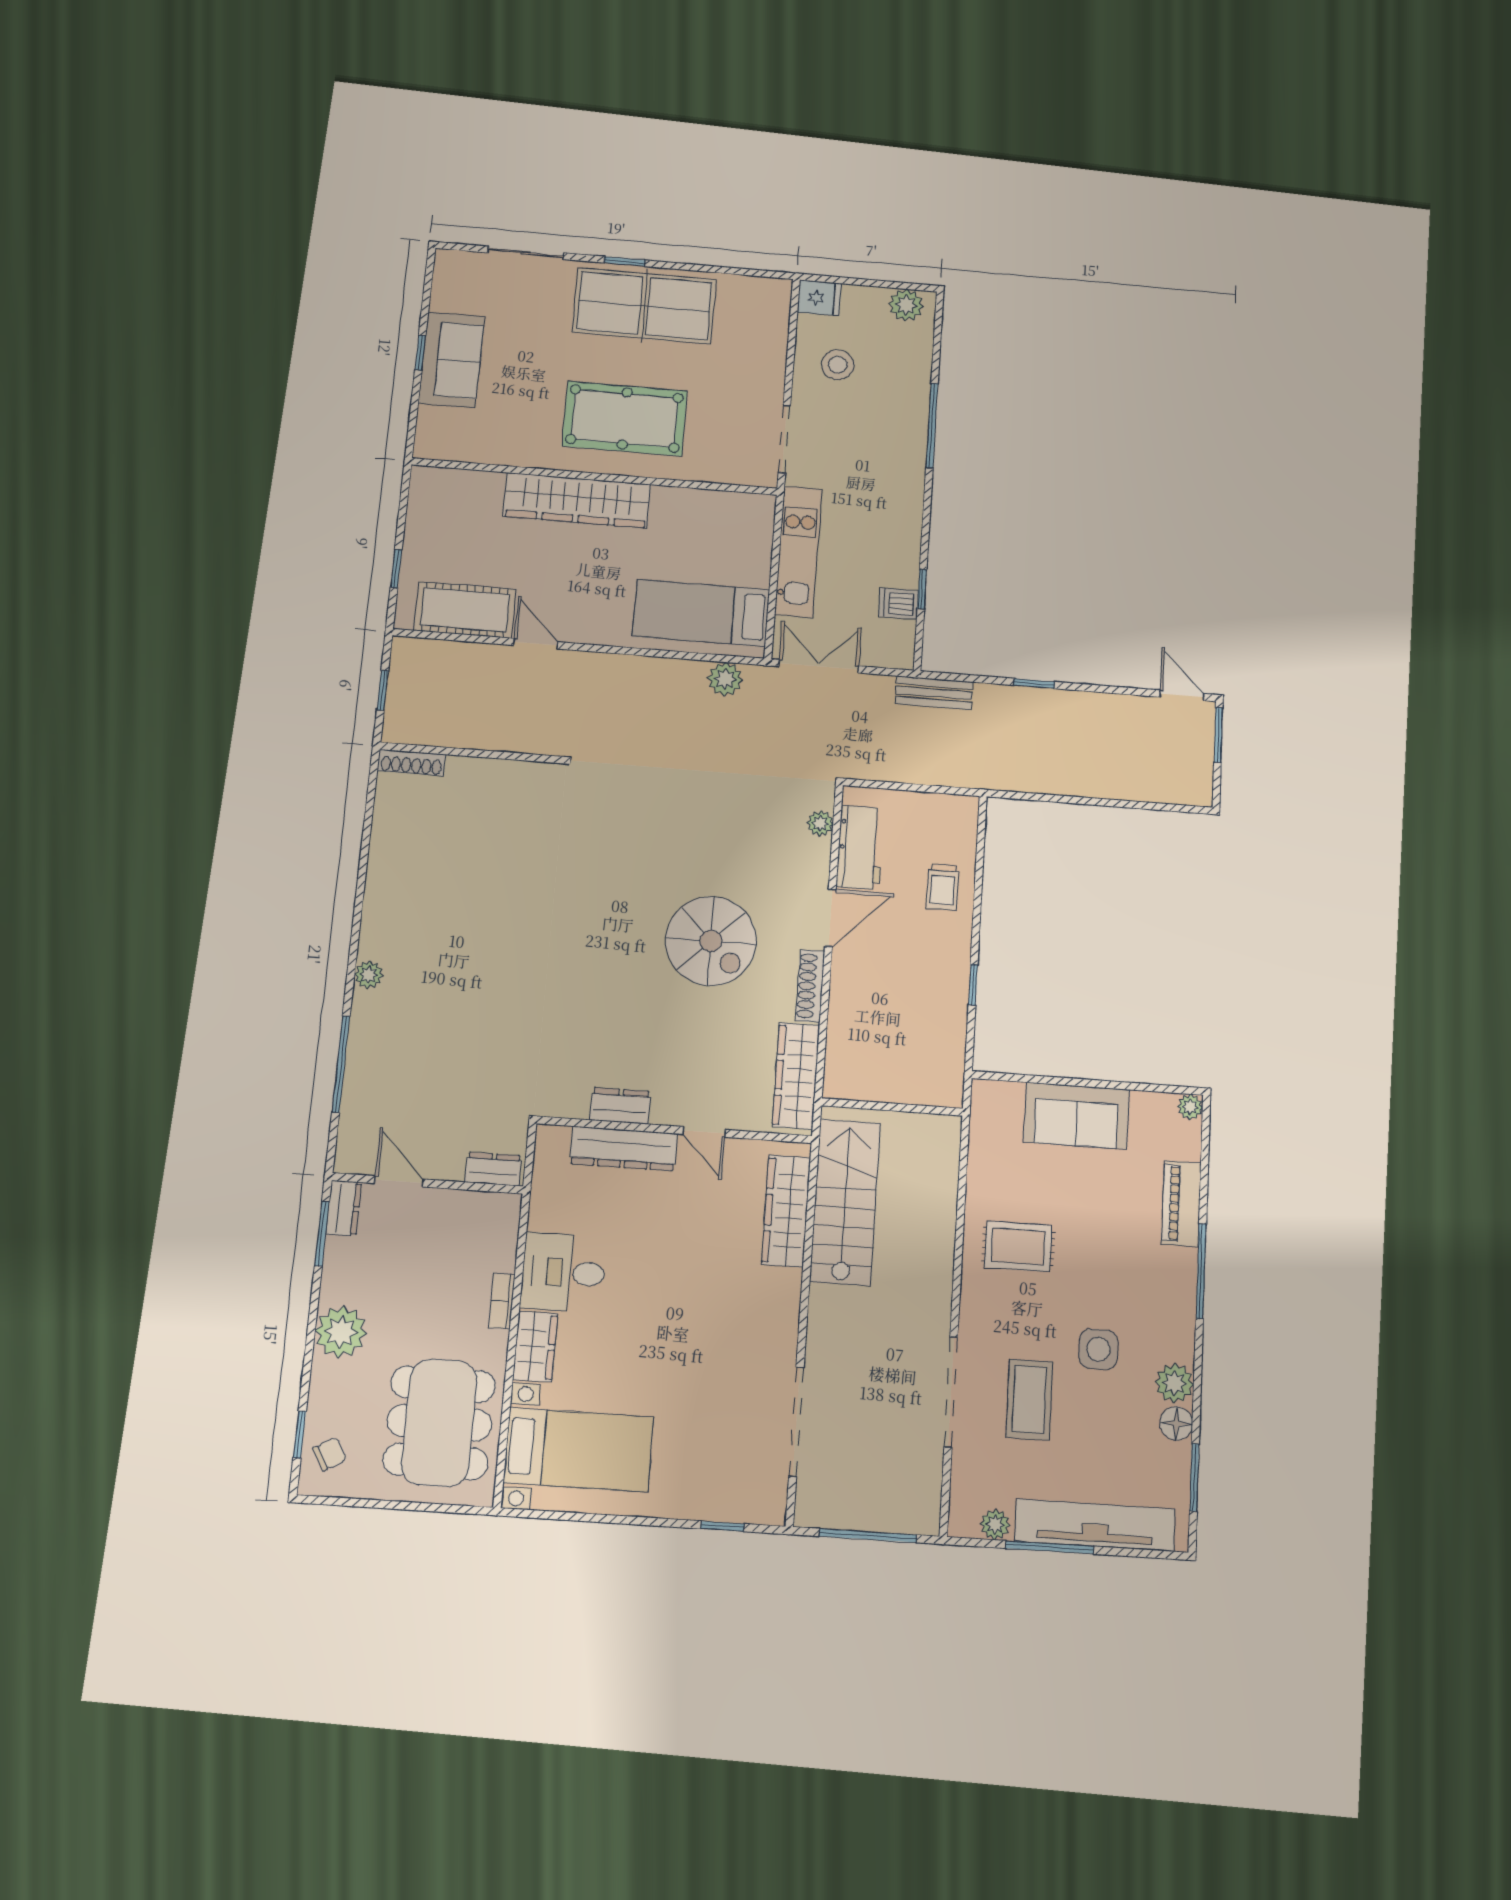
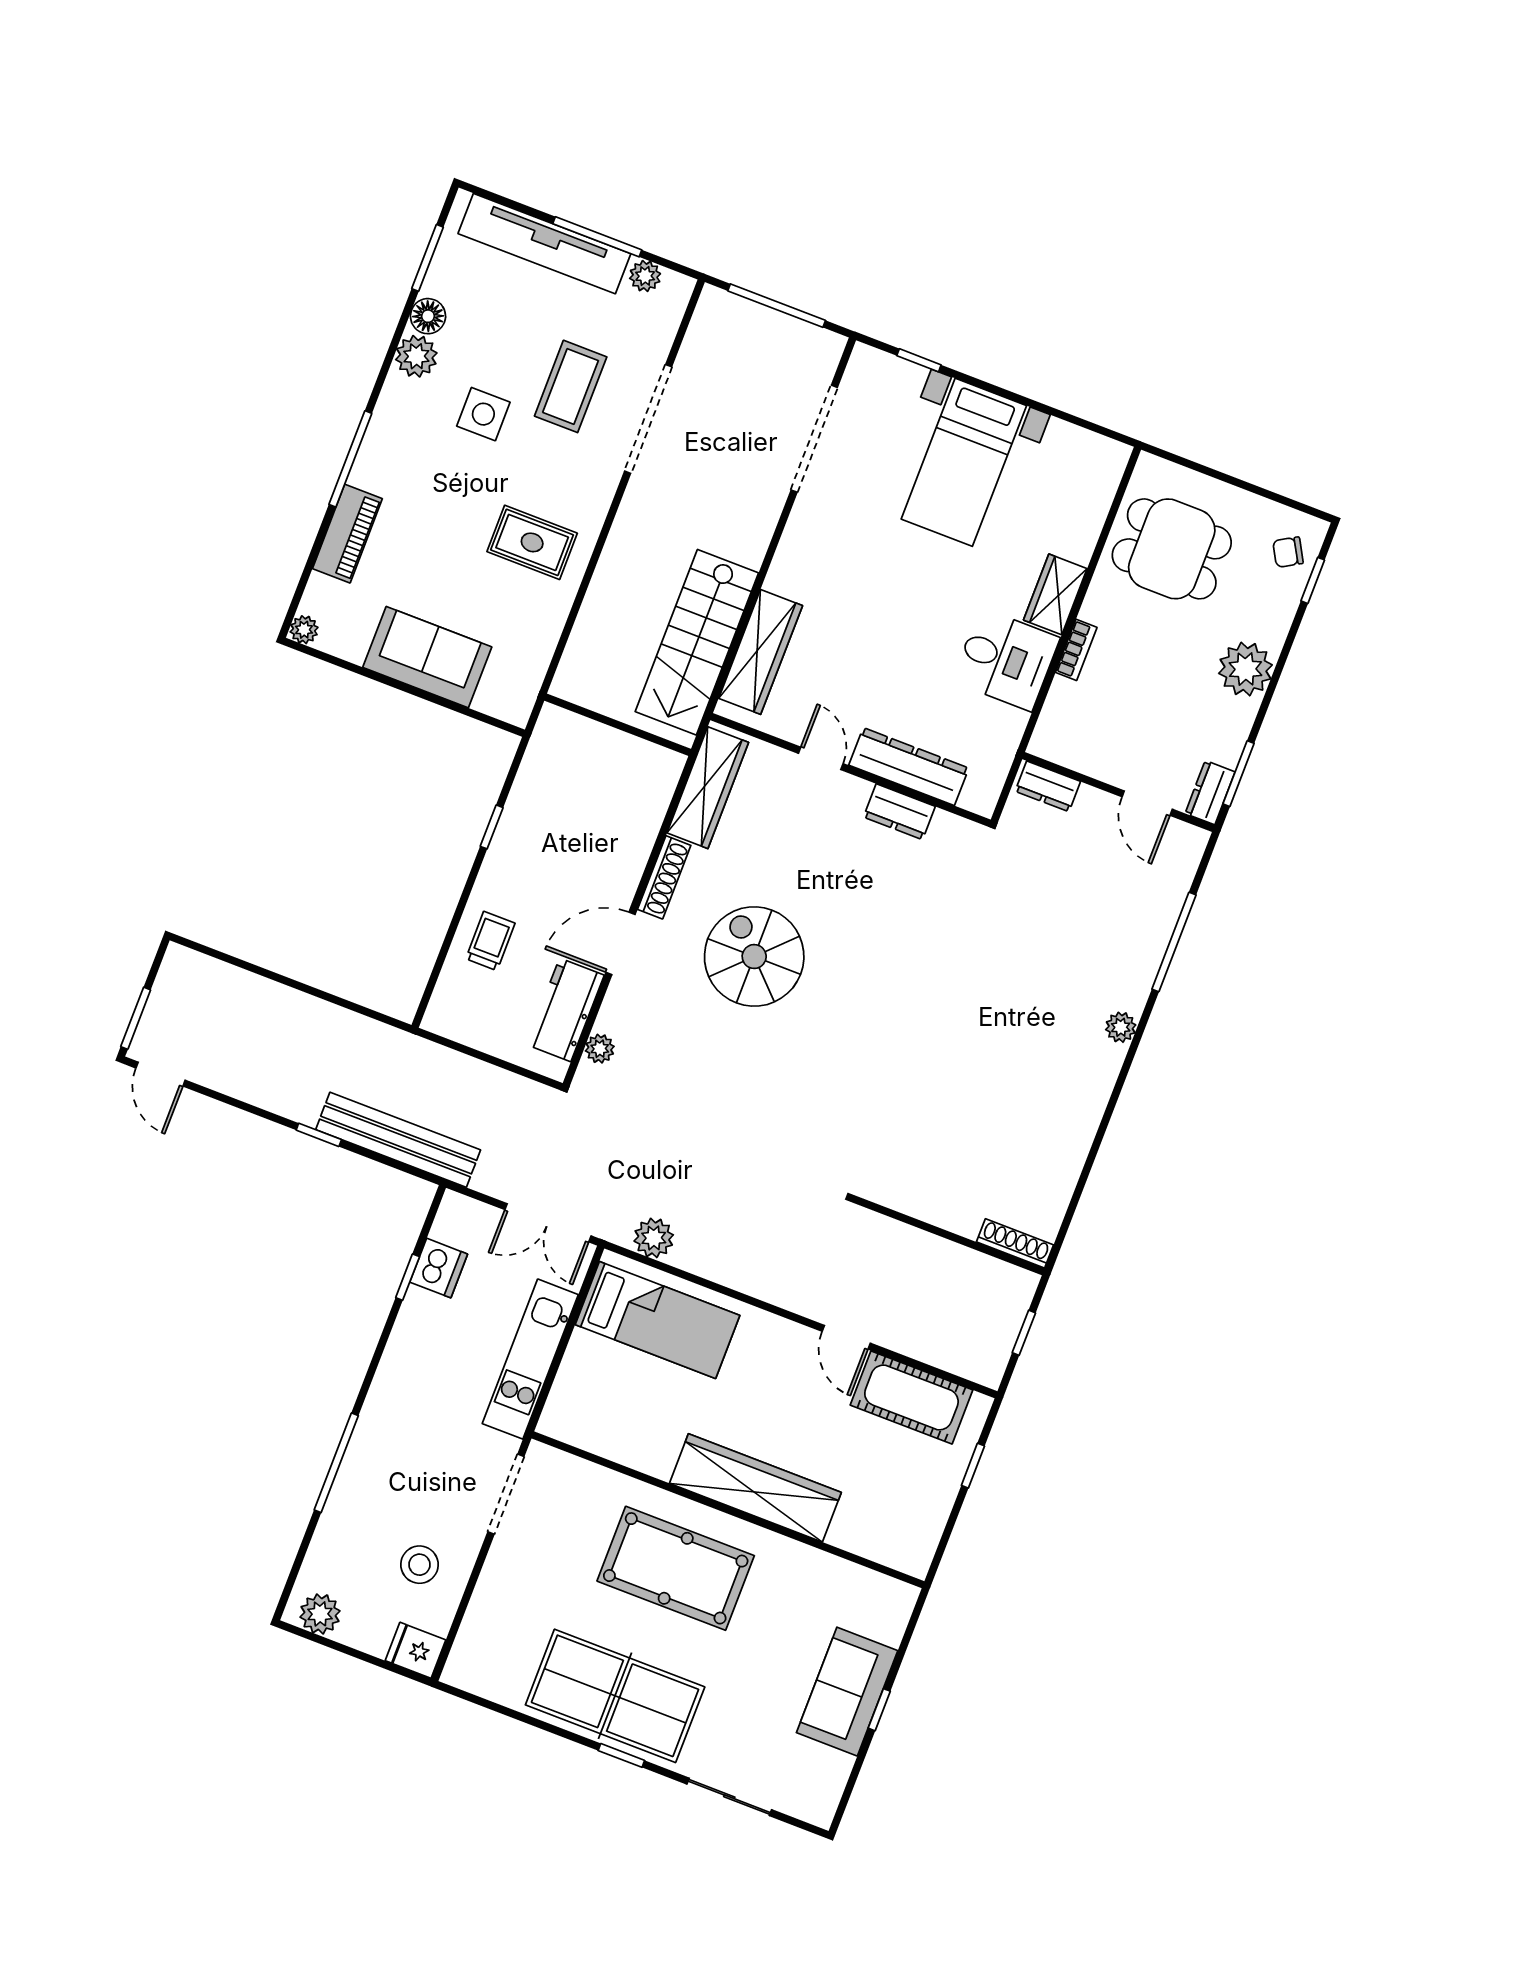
dishwasher: (899, 604) -> (439, 1268), width x1.38
bench: (934, 693) -> (398, 1140), width x1.86, depth x1.21
dining table: (439, 1423) -> (1172, 549), width x0.73
bed with nightstands: (578, 1450) -> (964, 462), moved, turned -90

